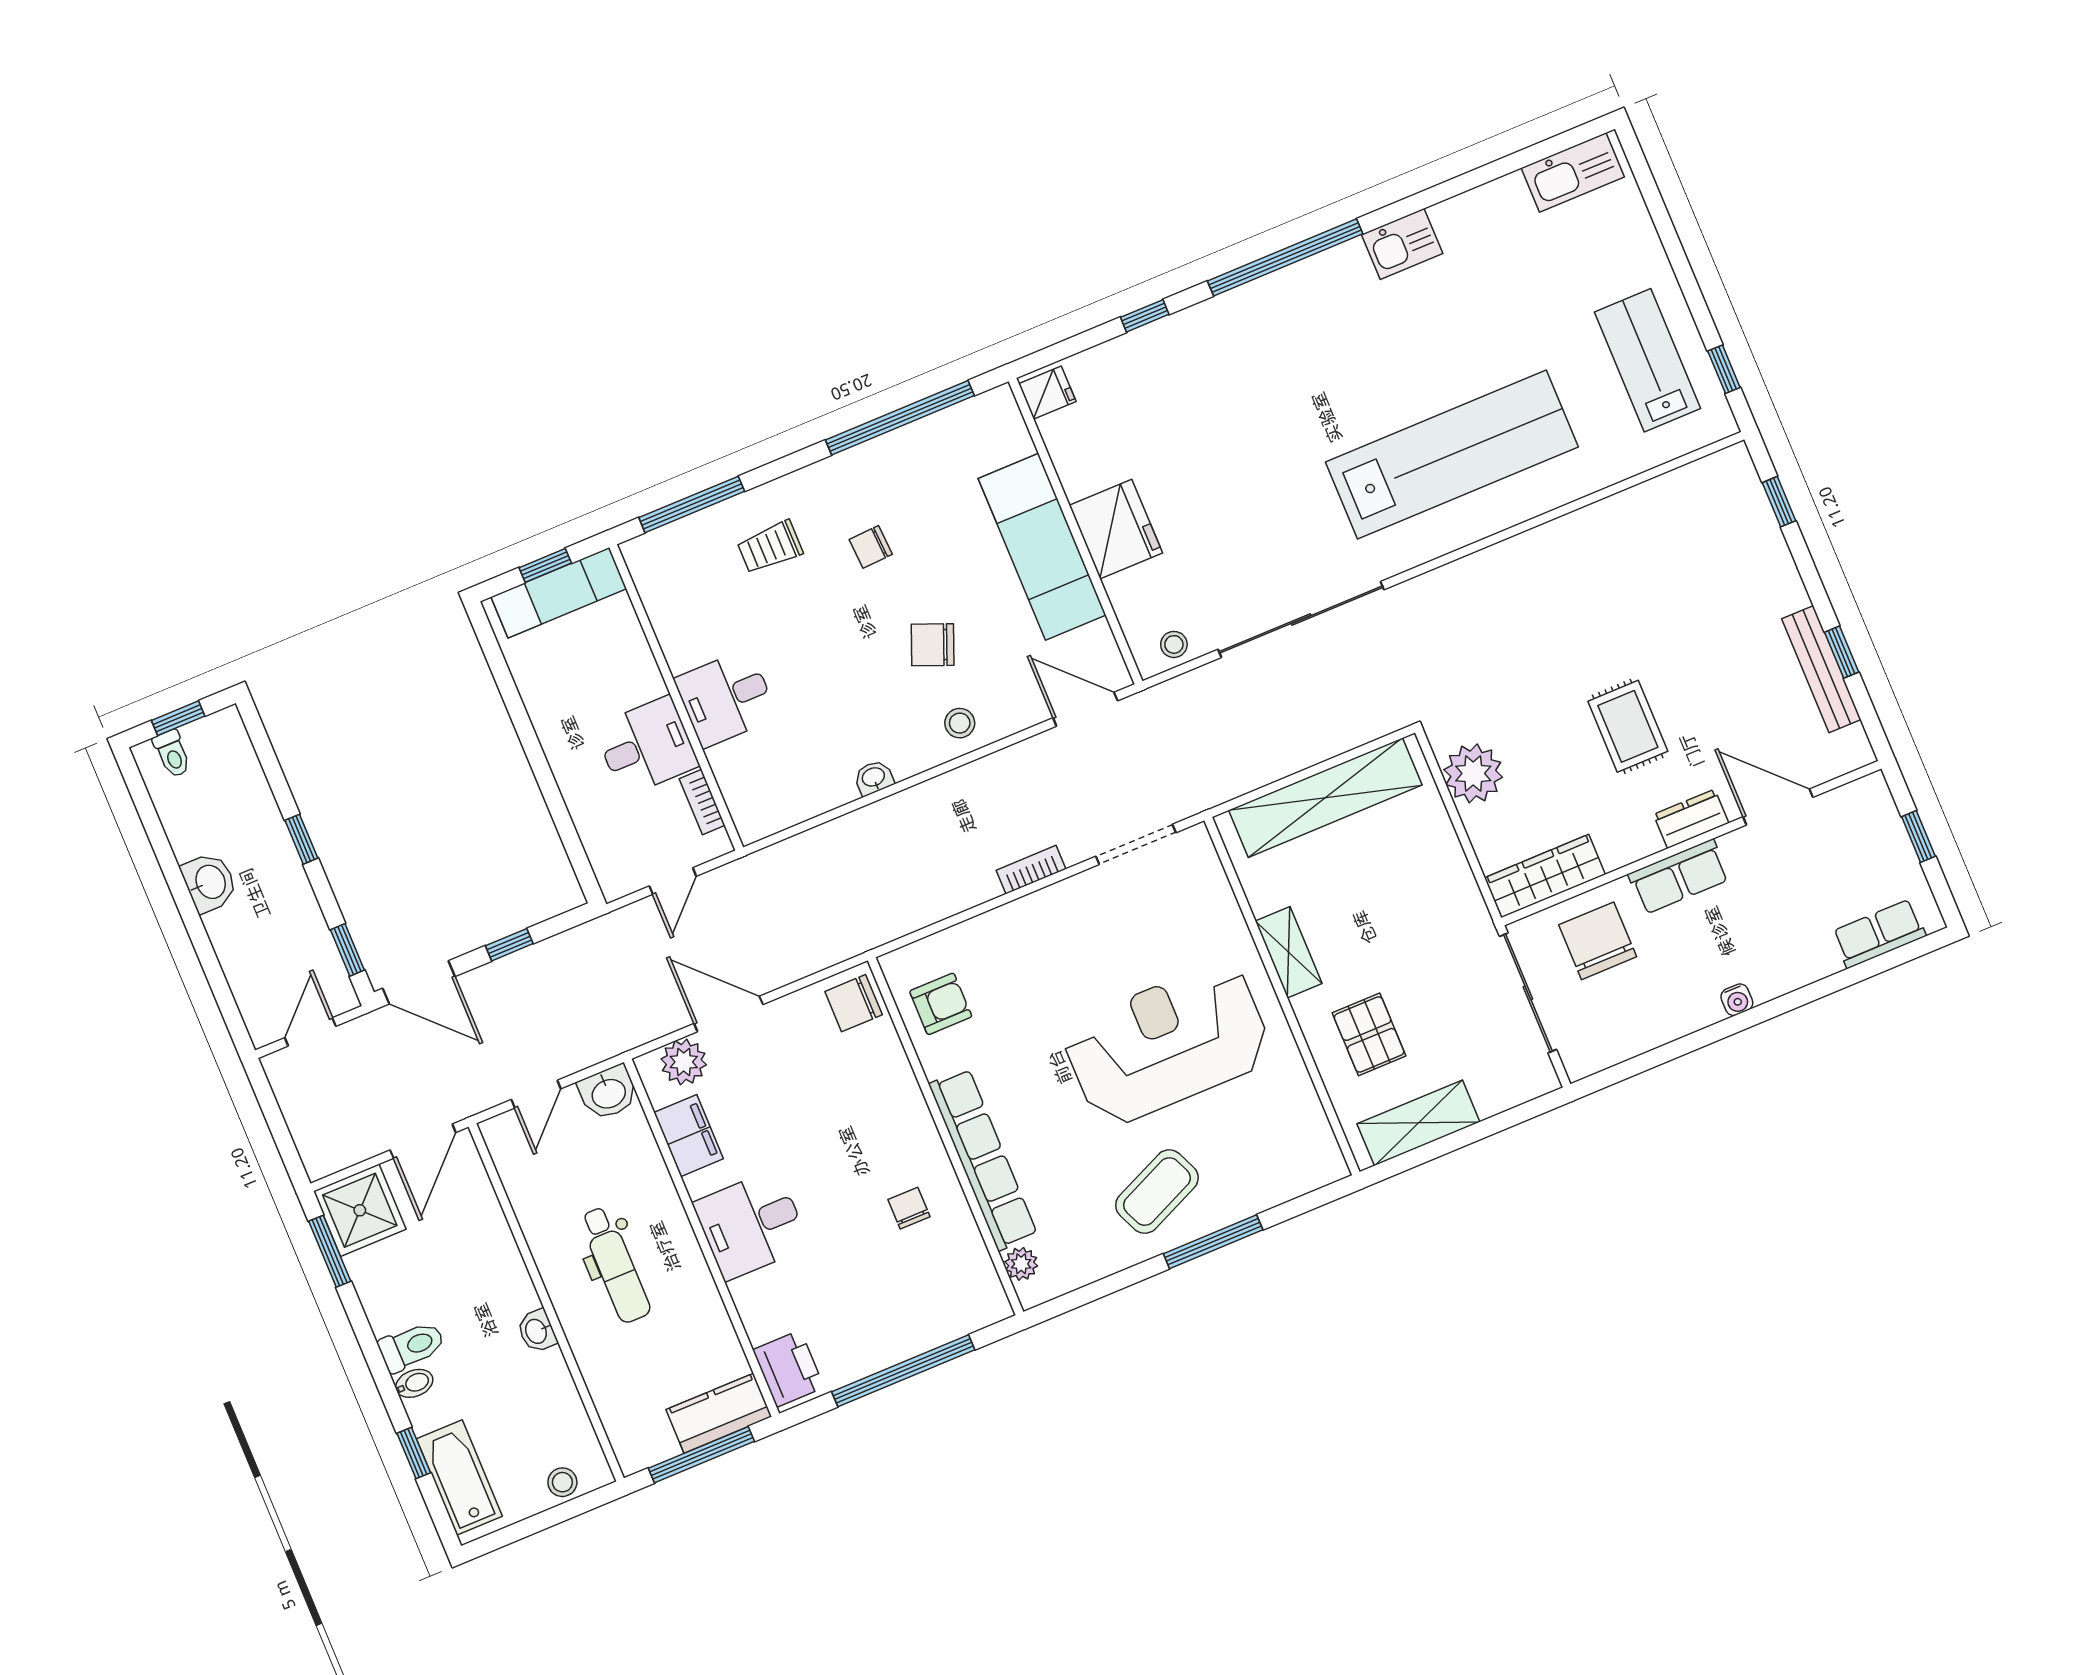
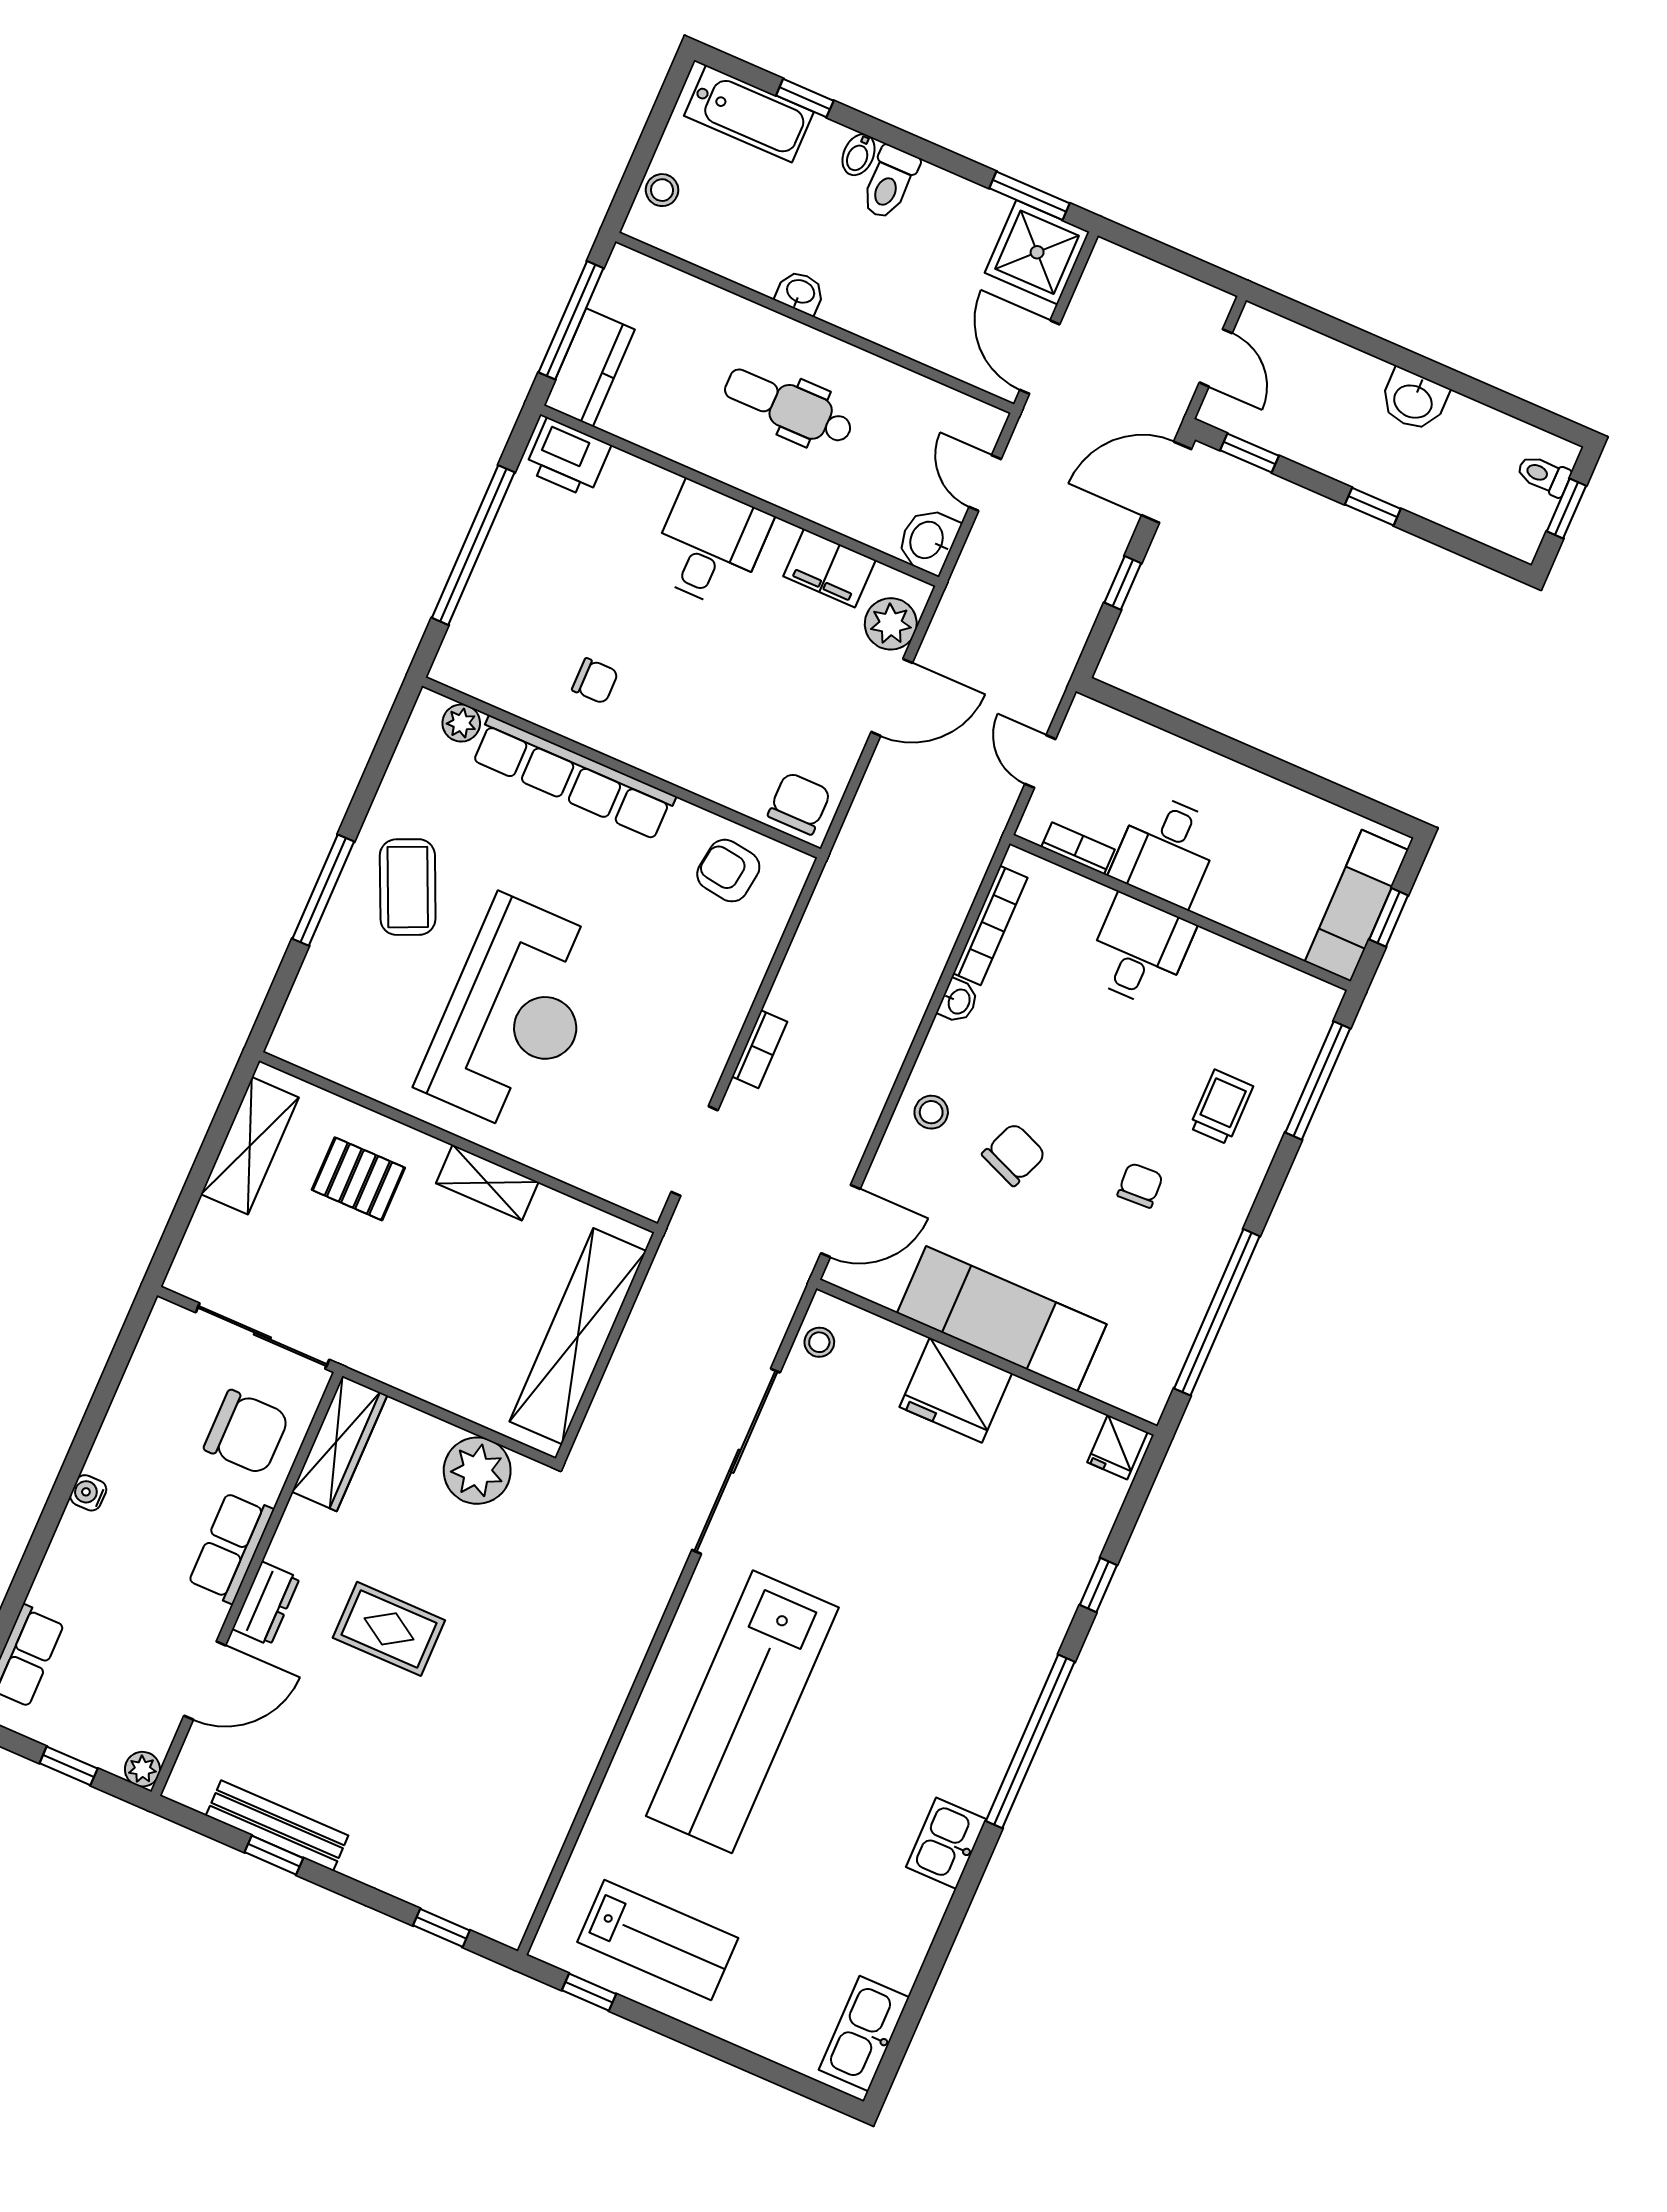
plant: (1873, 789) -> (142, 1769), added
bookcase: (806, 807) -> (990, 925), added
armchair: (941, 1004) -> (728, 871), turned 98

